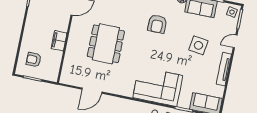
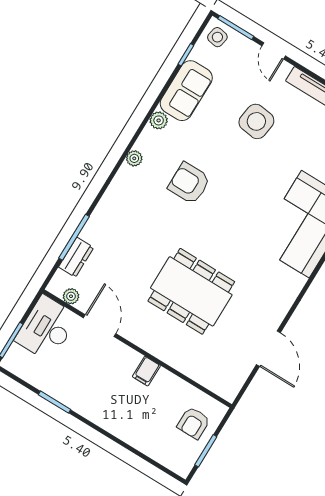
armchair: (157, 24) -> (189, 183), turned 180
filing cabinet: (59, 41) -> (146, 371), width x0.50
armchair: (34, 60) -> (193, 423), moved

